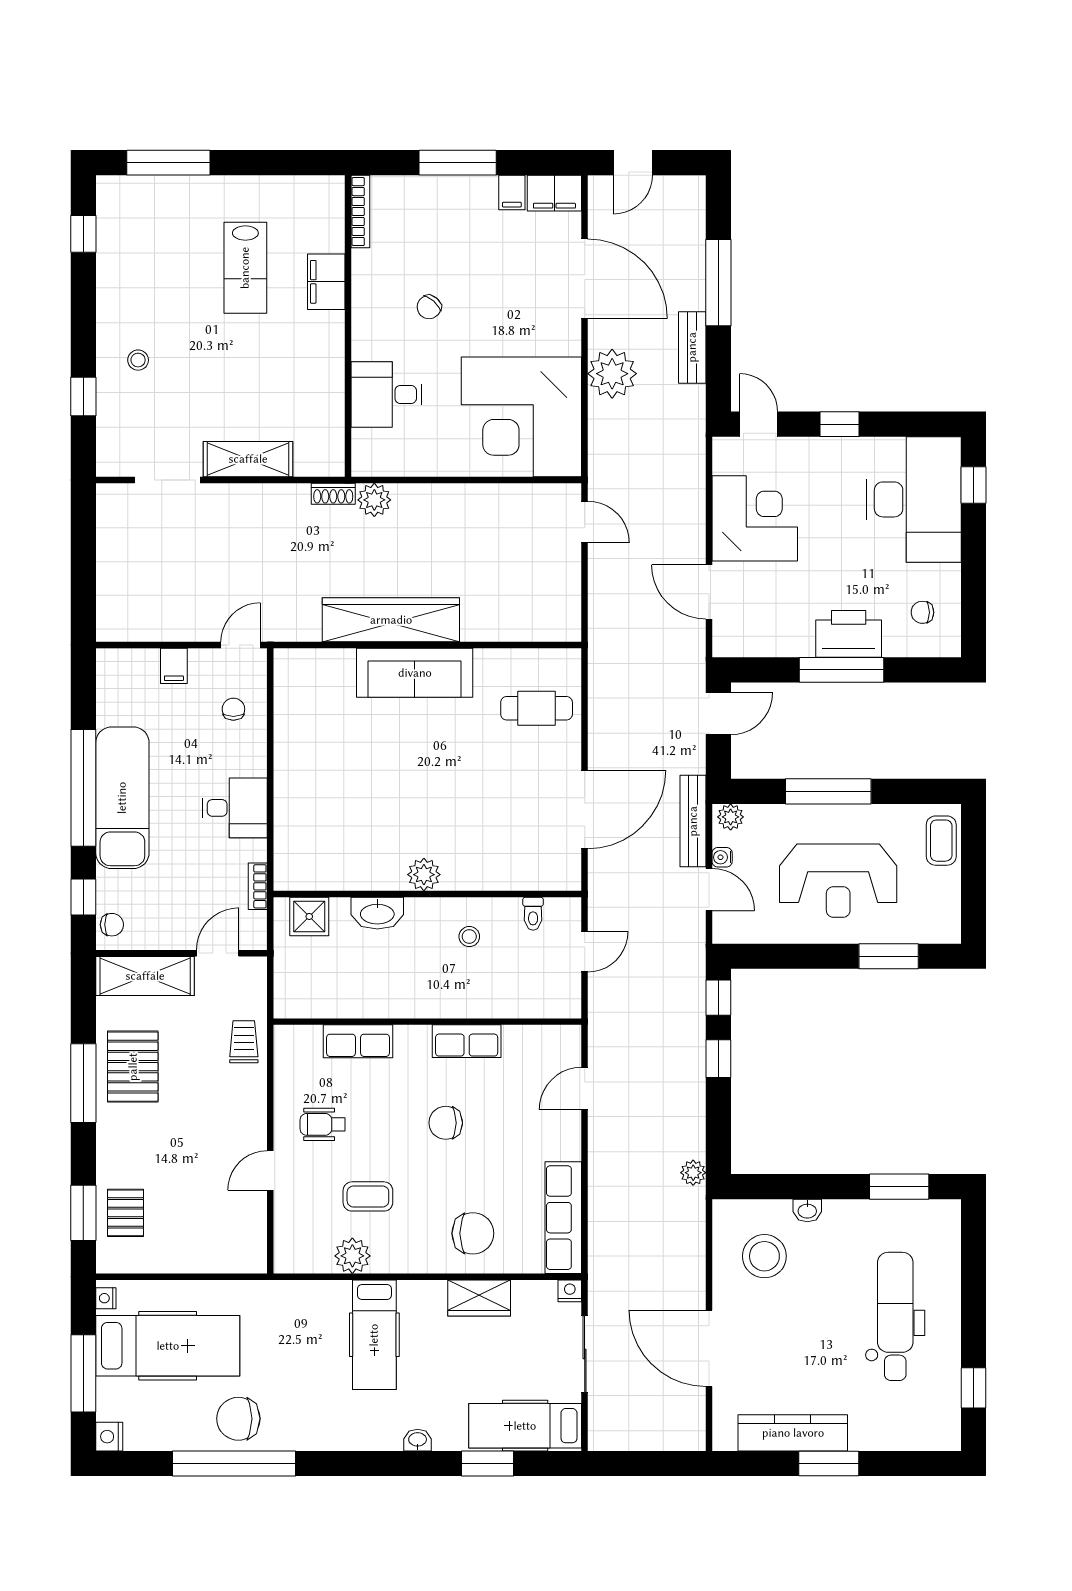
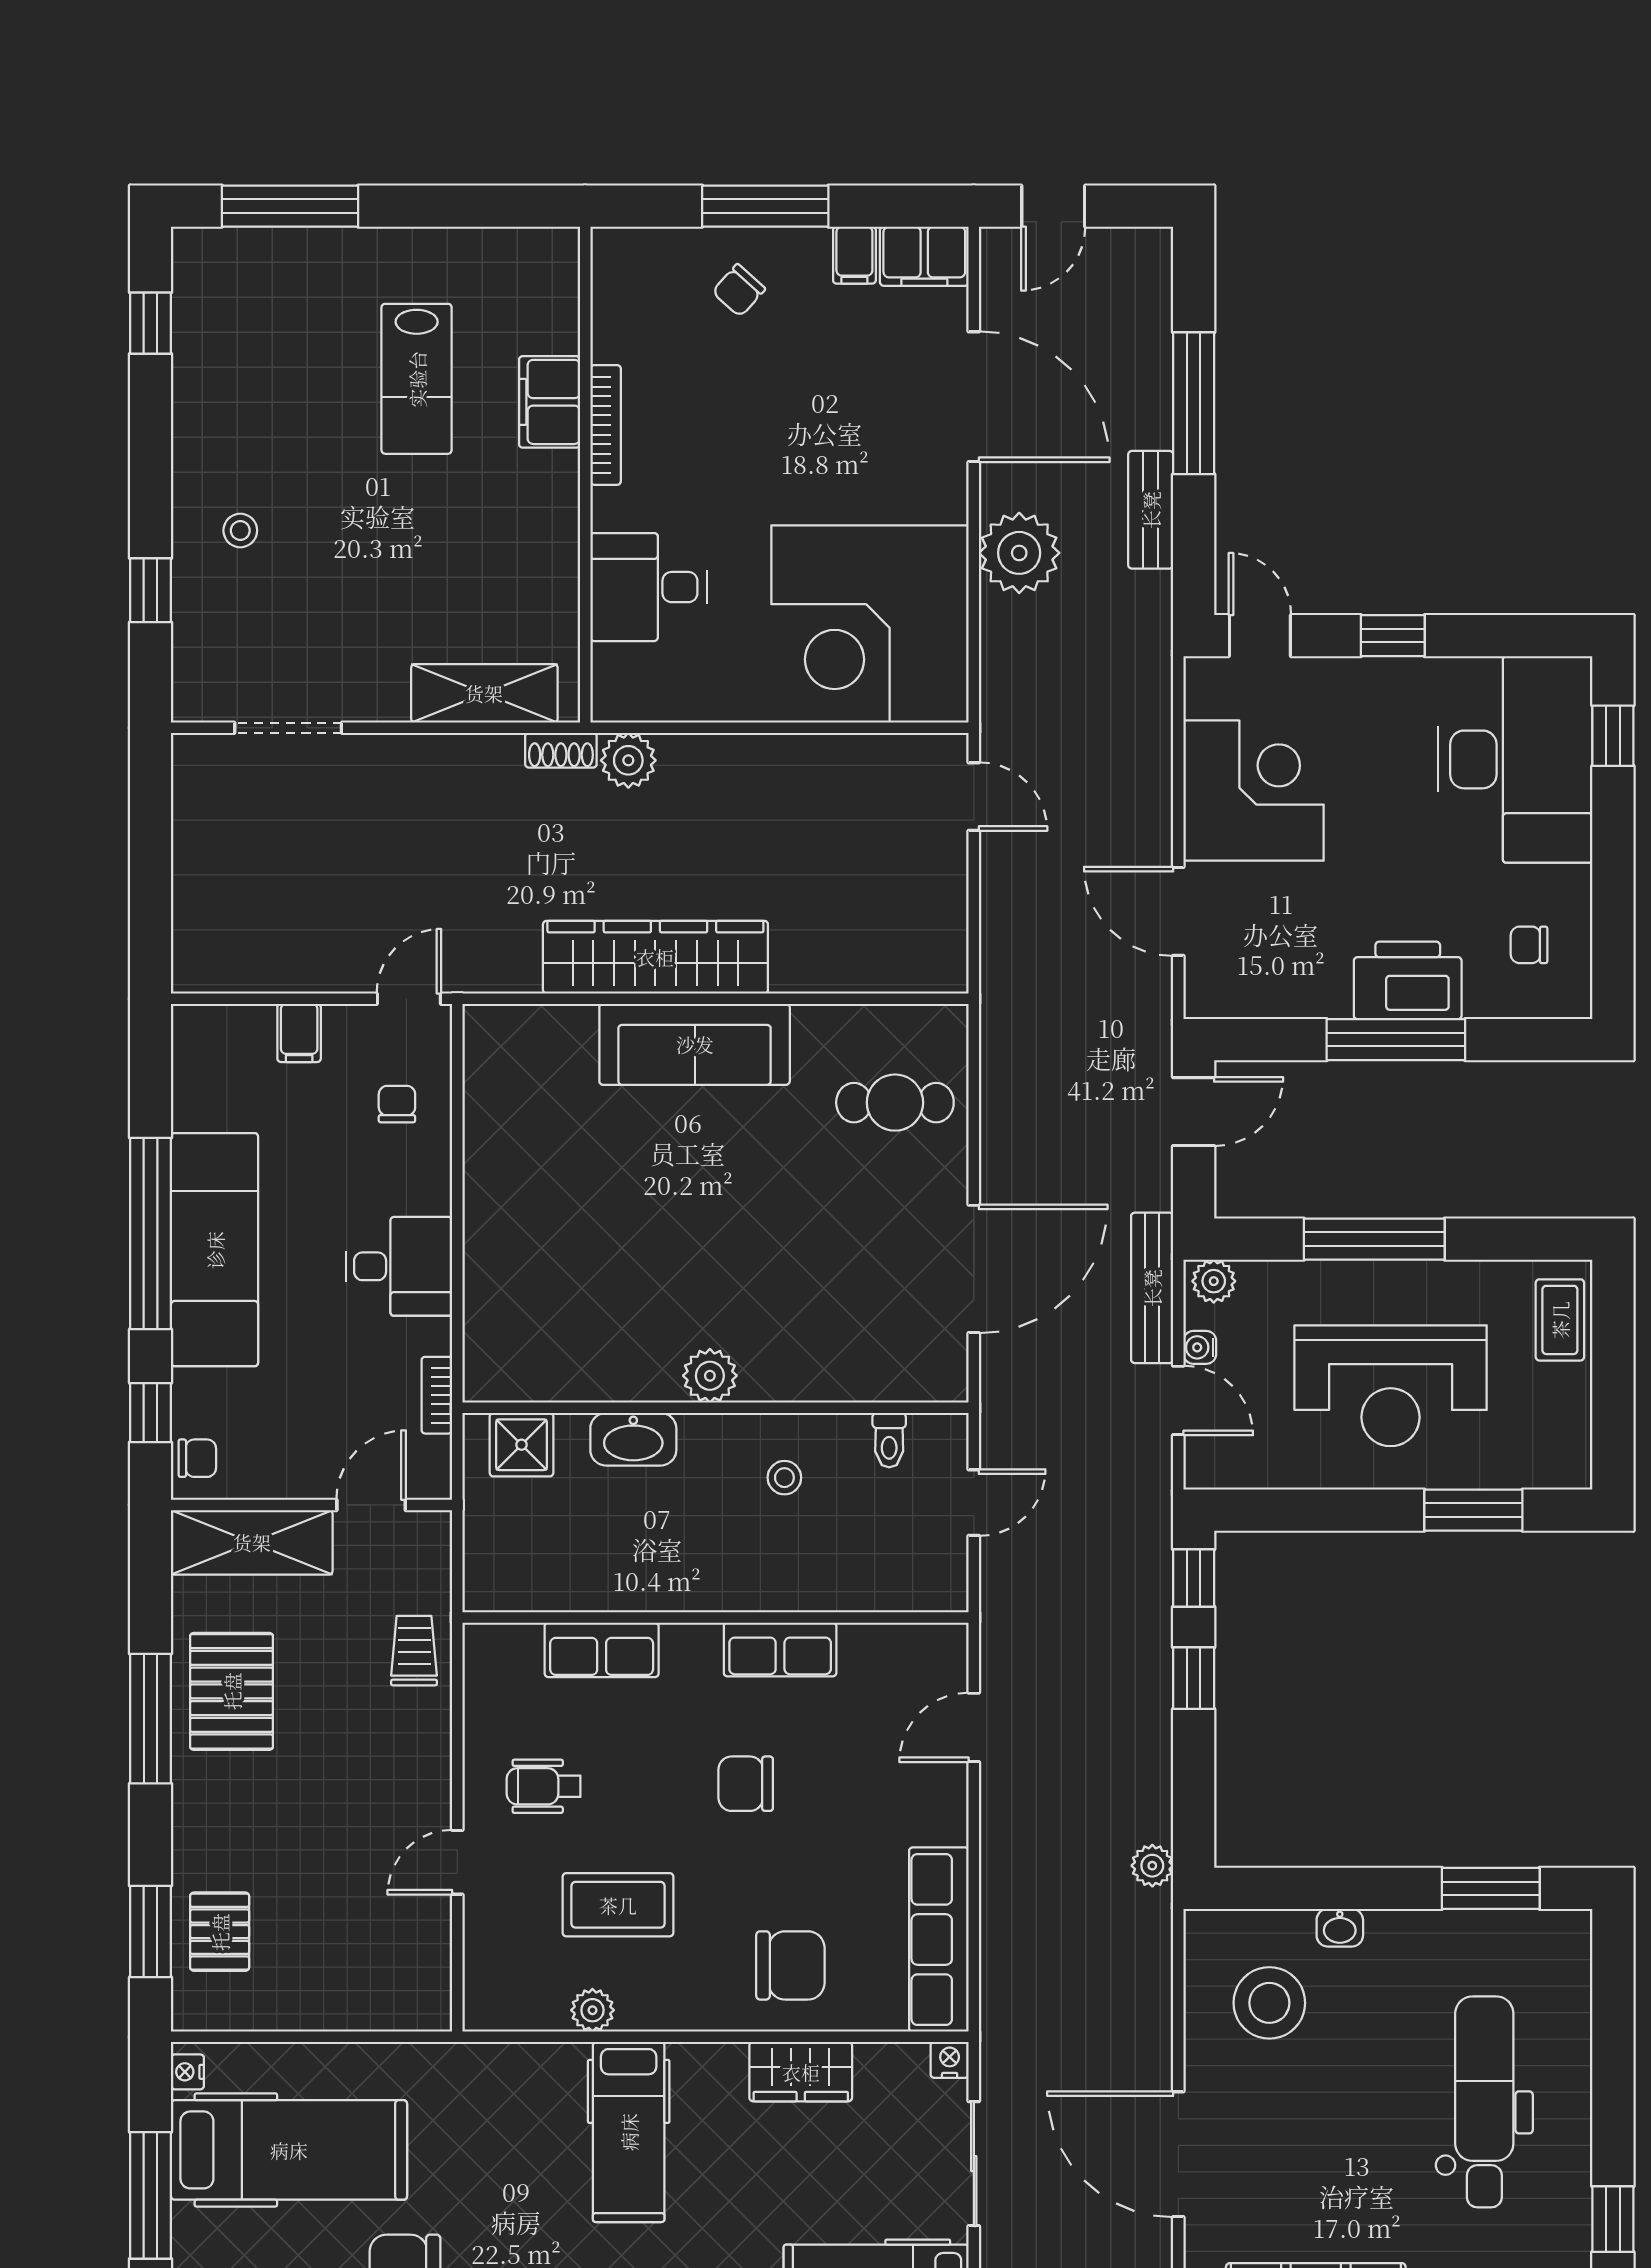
bookcase: (360, 212) -> (606, 425), moved
chair: (429, 307) -> (739, 290), moved
shelving: (248, 459) -> (484, 693), moved
coffee table: (368, 1196) -> (618, 1905), width x1.36, depth x1.30
plant: (352, 1256) -> (592, 2010), width x0.73, depth x0.73

